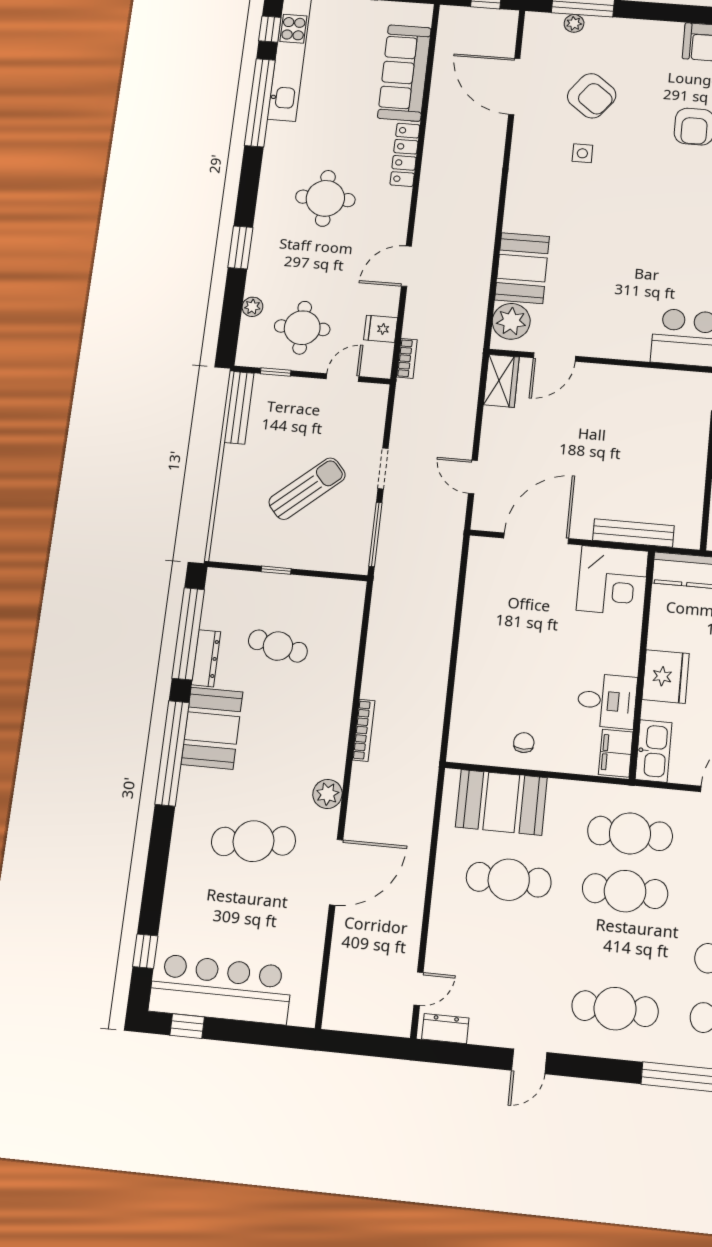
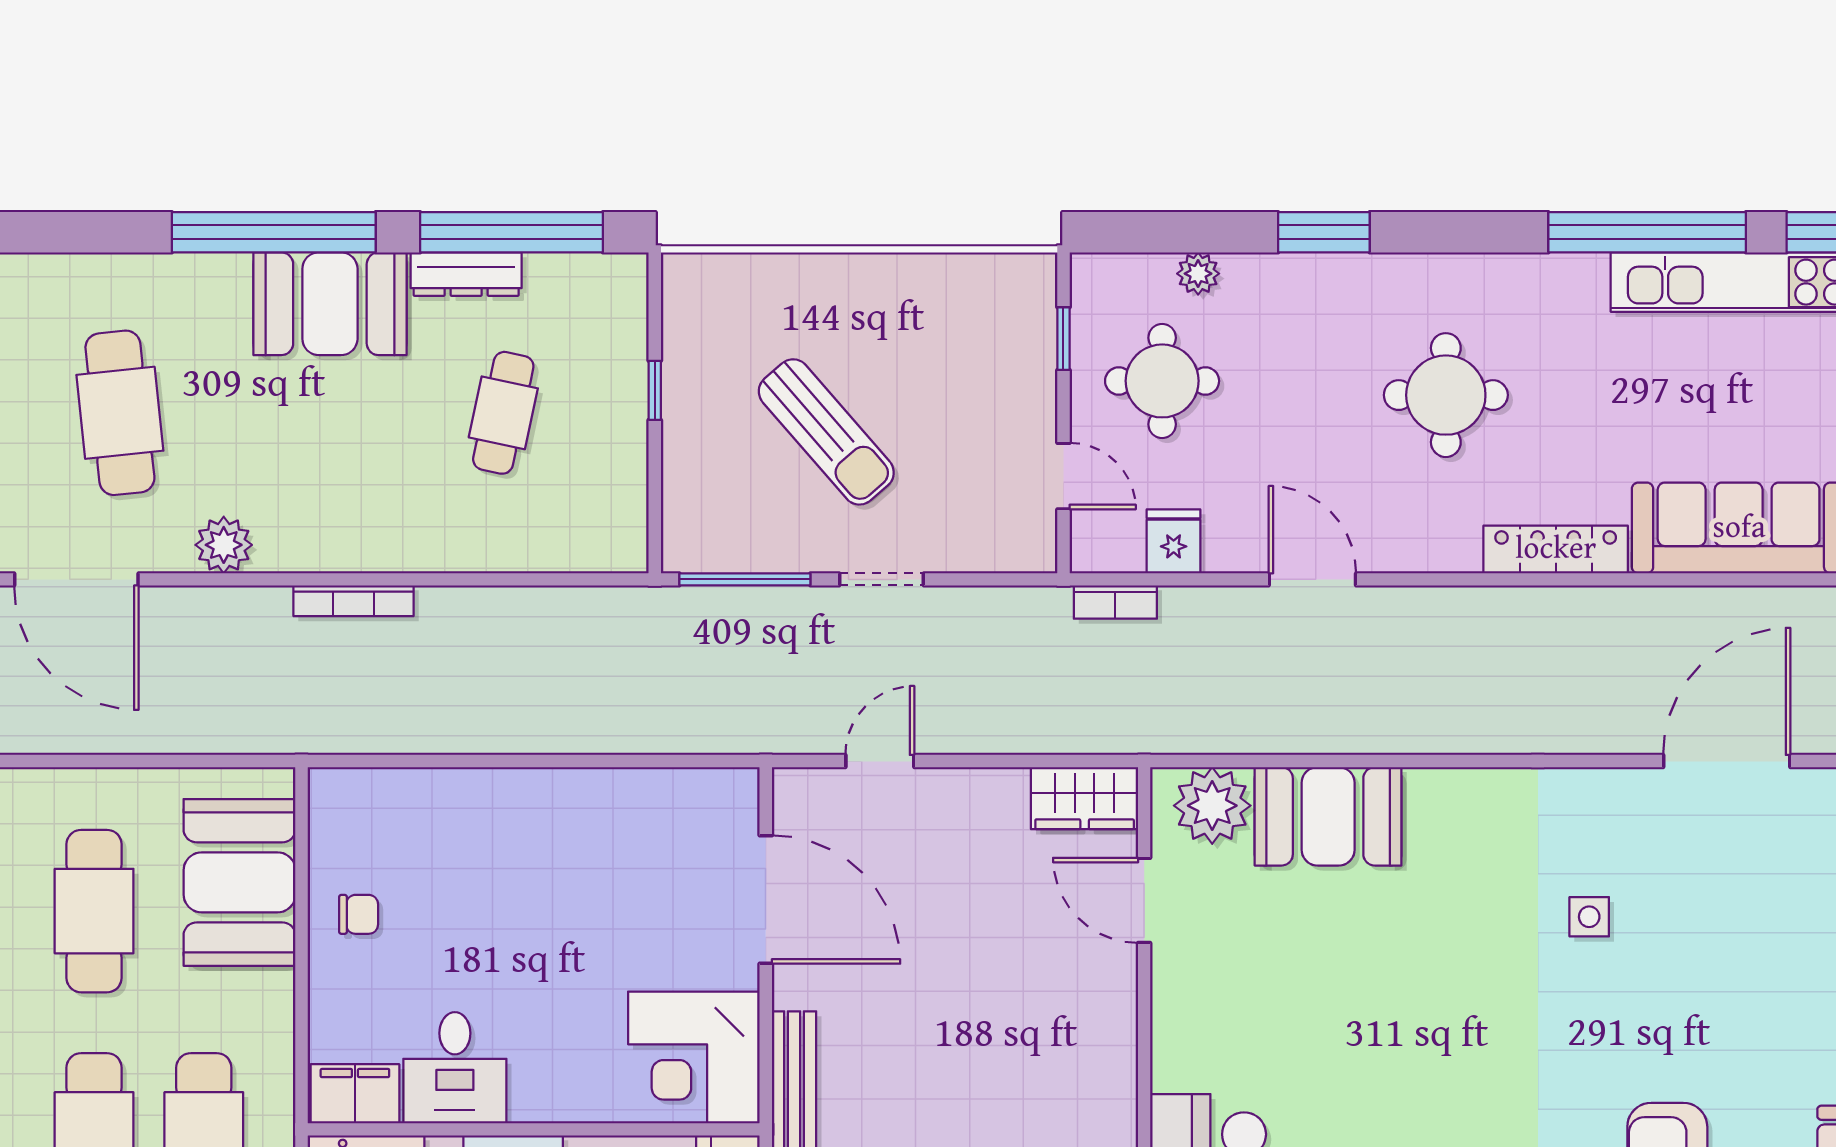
armchair: (592, 96) -> (1719, 924), removed
bench: (239, 408) -> (982, 273), removed

